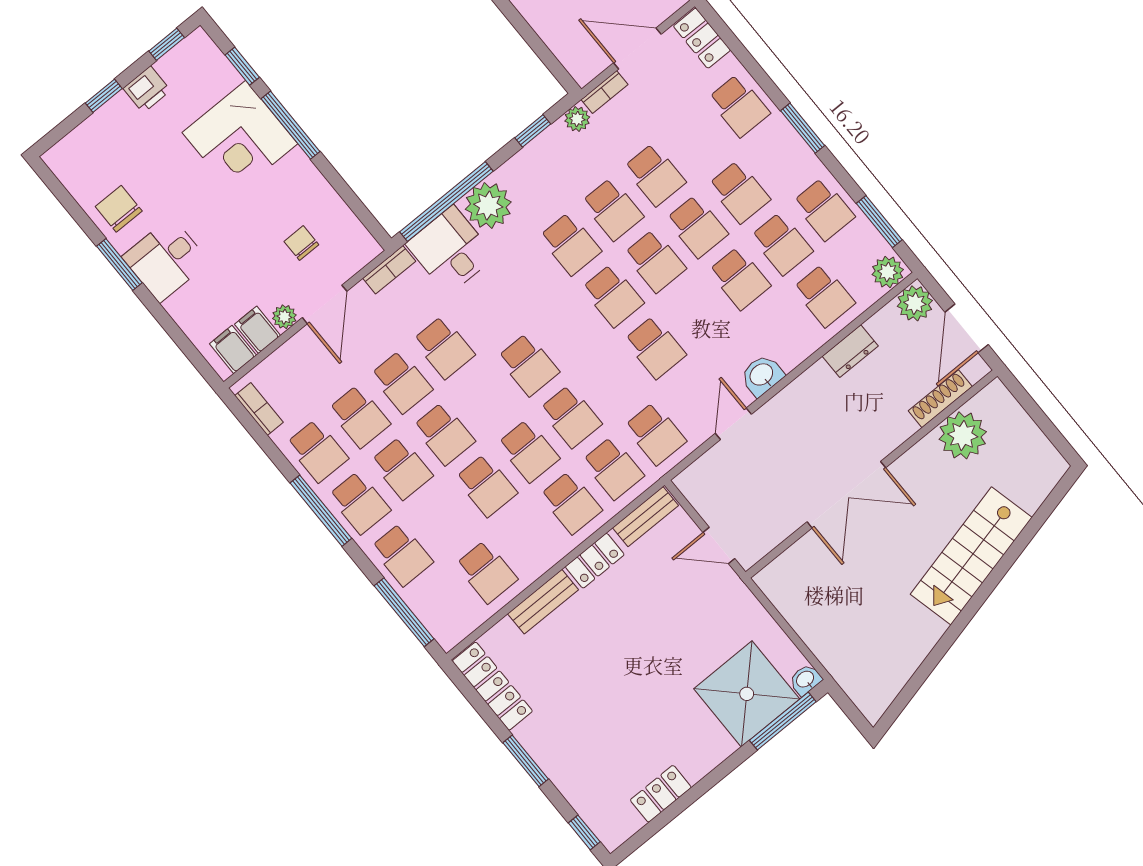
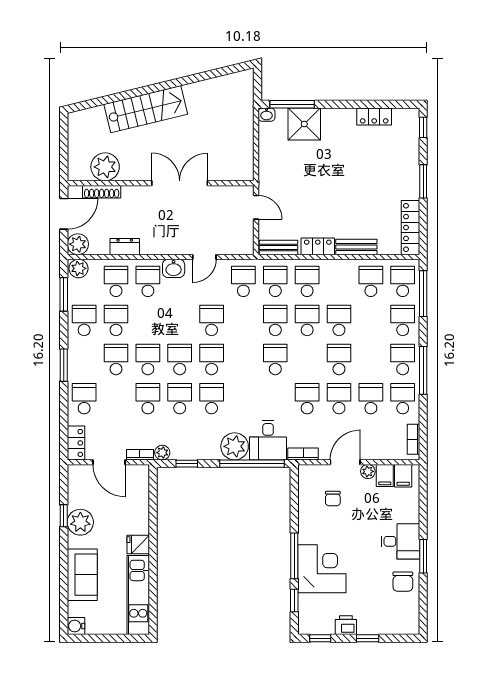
school desk: (739, 278) -> (148, 281), moved
school desk: (402, 468) -> (403, 281), moved
shower: (747, 694) -> (304, 124), width x0.73, depth x0.73

